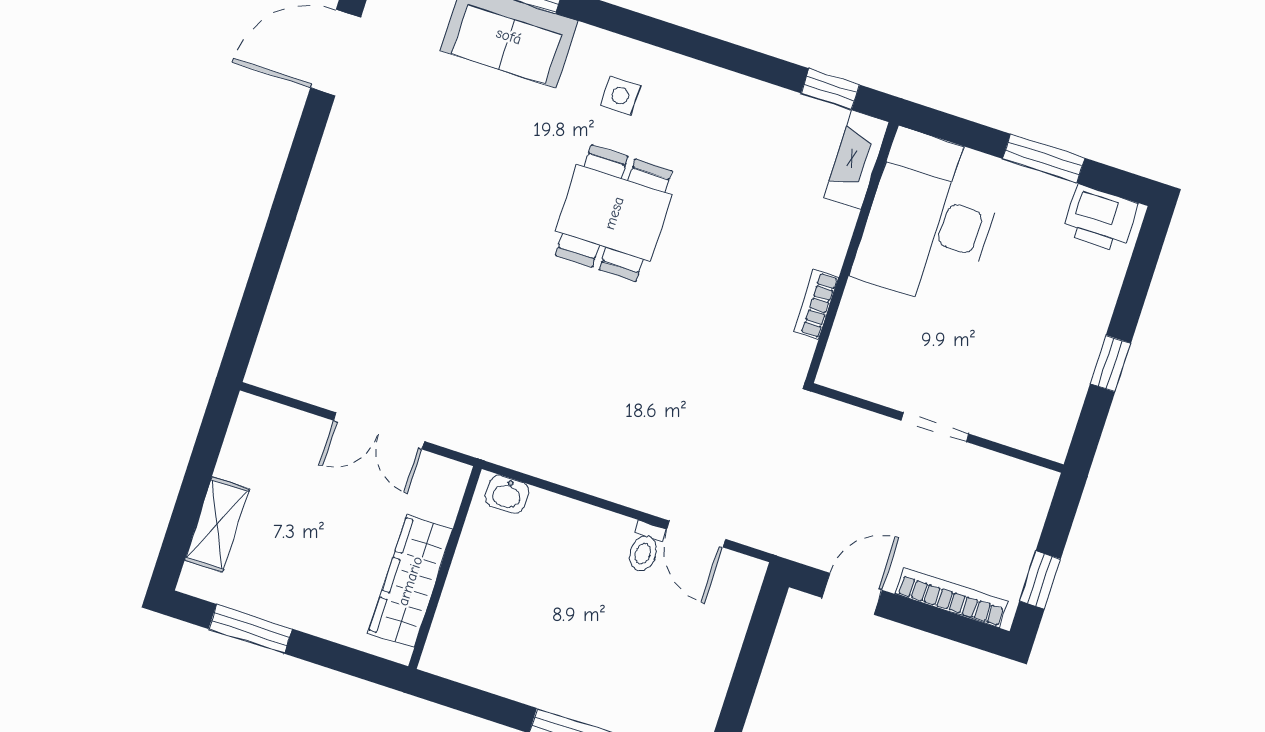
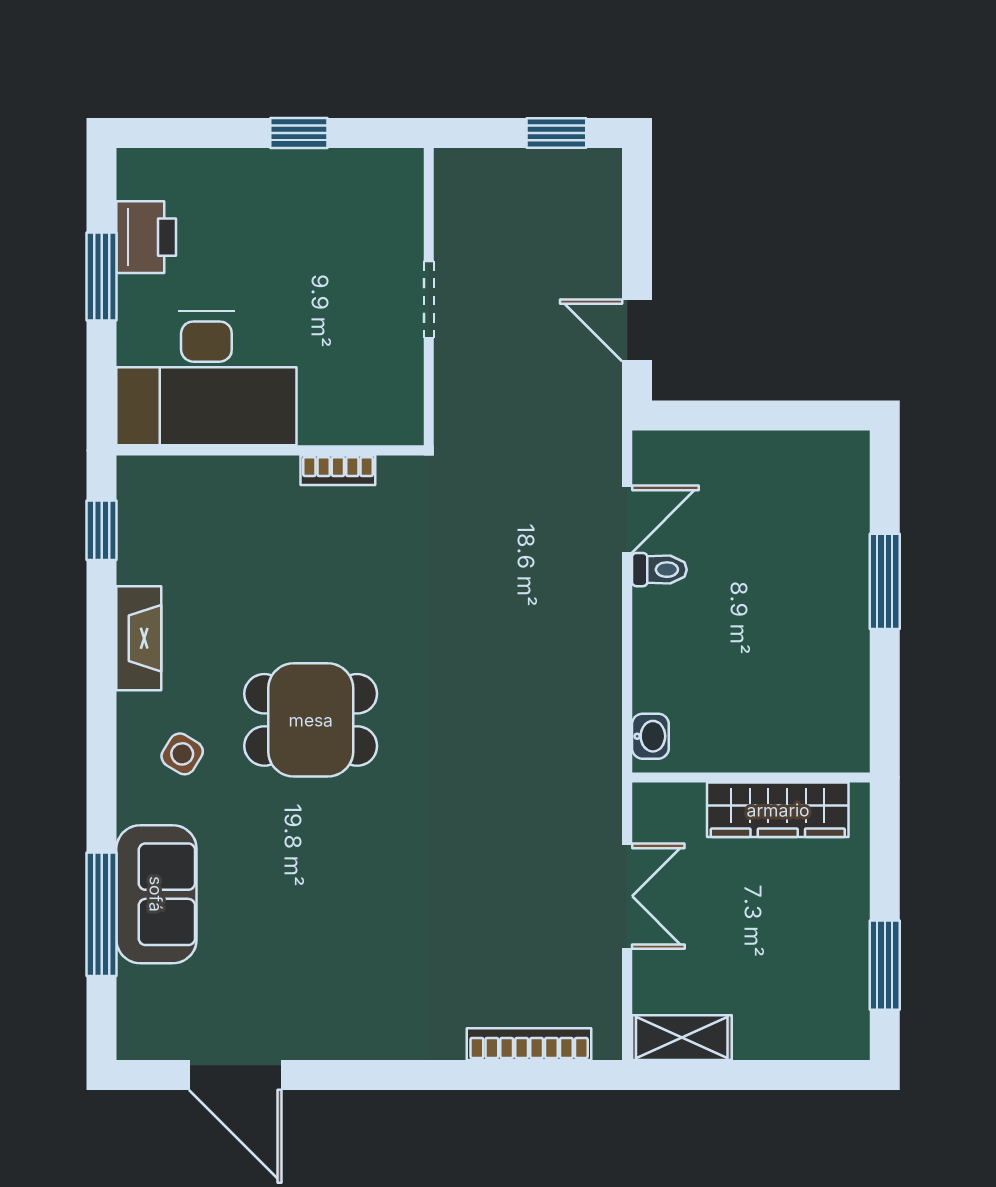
side table: (620, 96) -> (182, 754), turned 31
fireplace: (856, 160) -> (139, 638), moved, turned -90
printer: (1100, 218) -> (146, 237), moved
shelving: (217, 525) -> (682, 1038), moved
bookcase: (952, 598) -> (529, 1044), moved, turned 90

